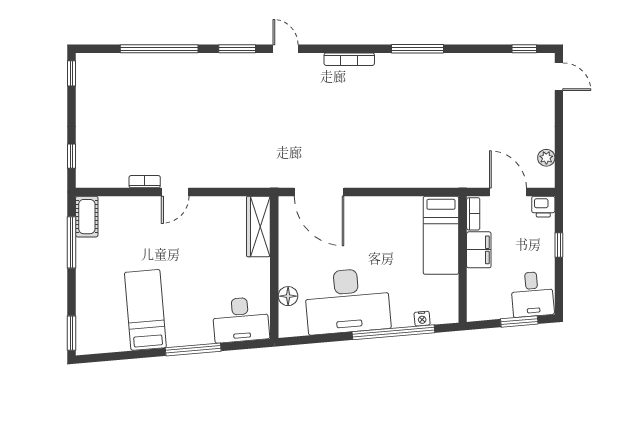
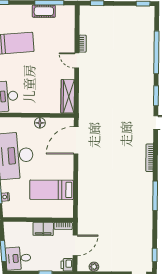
cot: (87, 217) -> (44, 11), moved
wardrobe: (258, 226) -> (68, 96), moved, turned -90
bed: (441, 235) -> (52, 190), moved
floor lamp: (288, 296) -> (40, 123), moved

